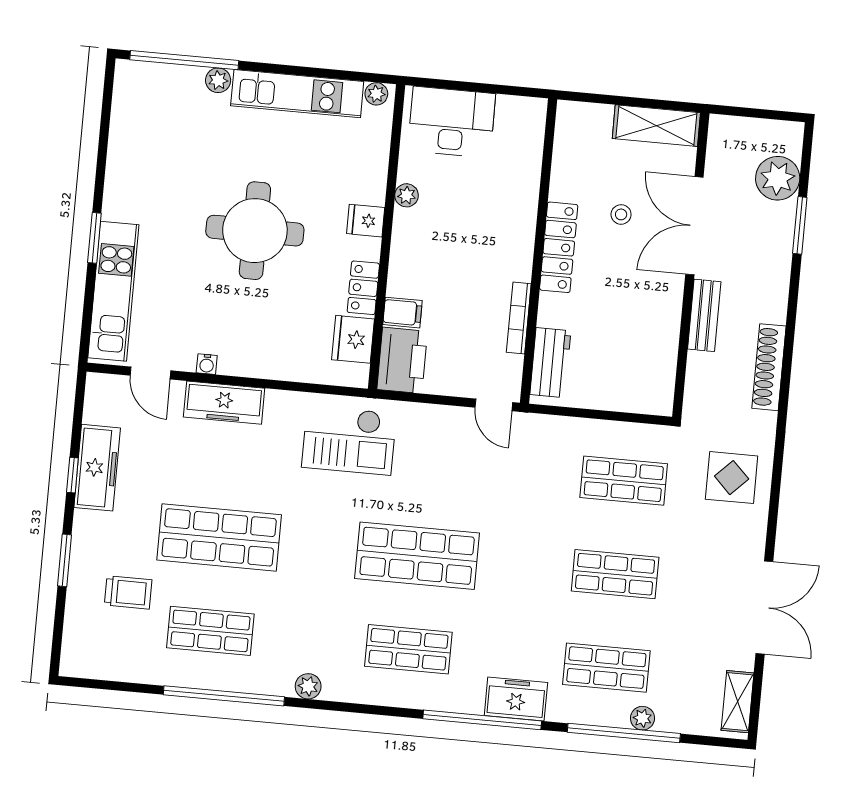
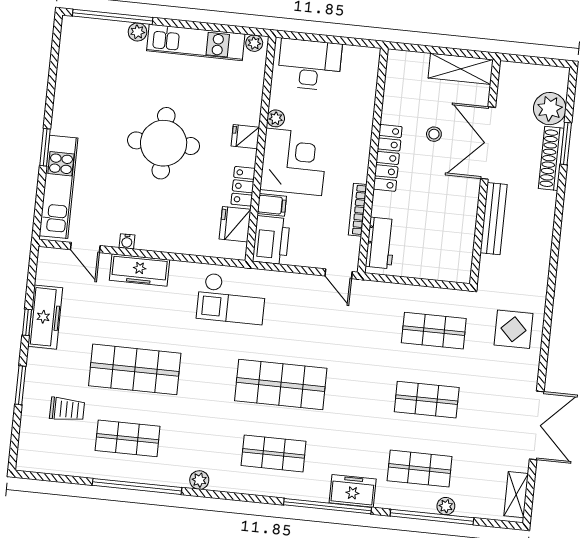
corner desk: (432, 254) -> (294, 162), added
bench: (704, 315) -> (494, 219), width x1.36
shoe rack: (769, 367) -> (551, 158), moved

